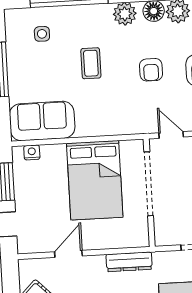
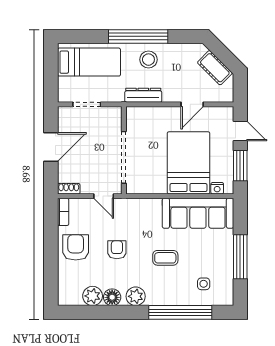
coffee table: (91, 63) -> (165, 258), turned 90
sofa: (42, 121) -> (198, 213), width x1.36
bed: (95, 180) -> (189, 163), moved

